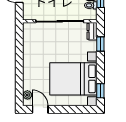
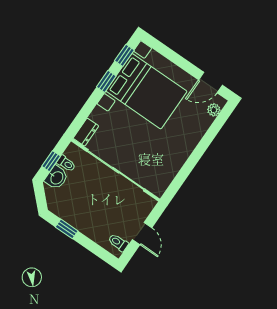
window: (100, 44) -> (106, 81), moved
door: (40, 109) -> (210, 82), hinge flipped

